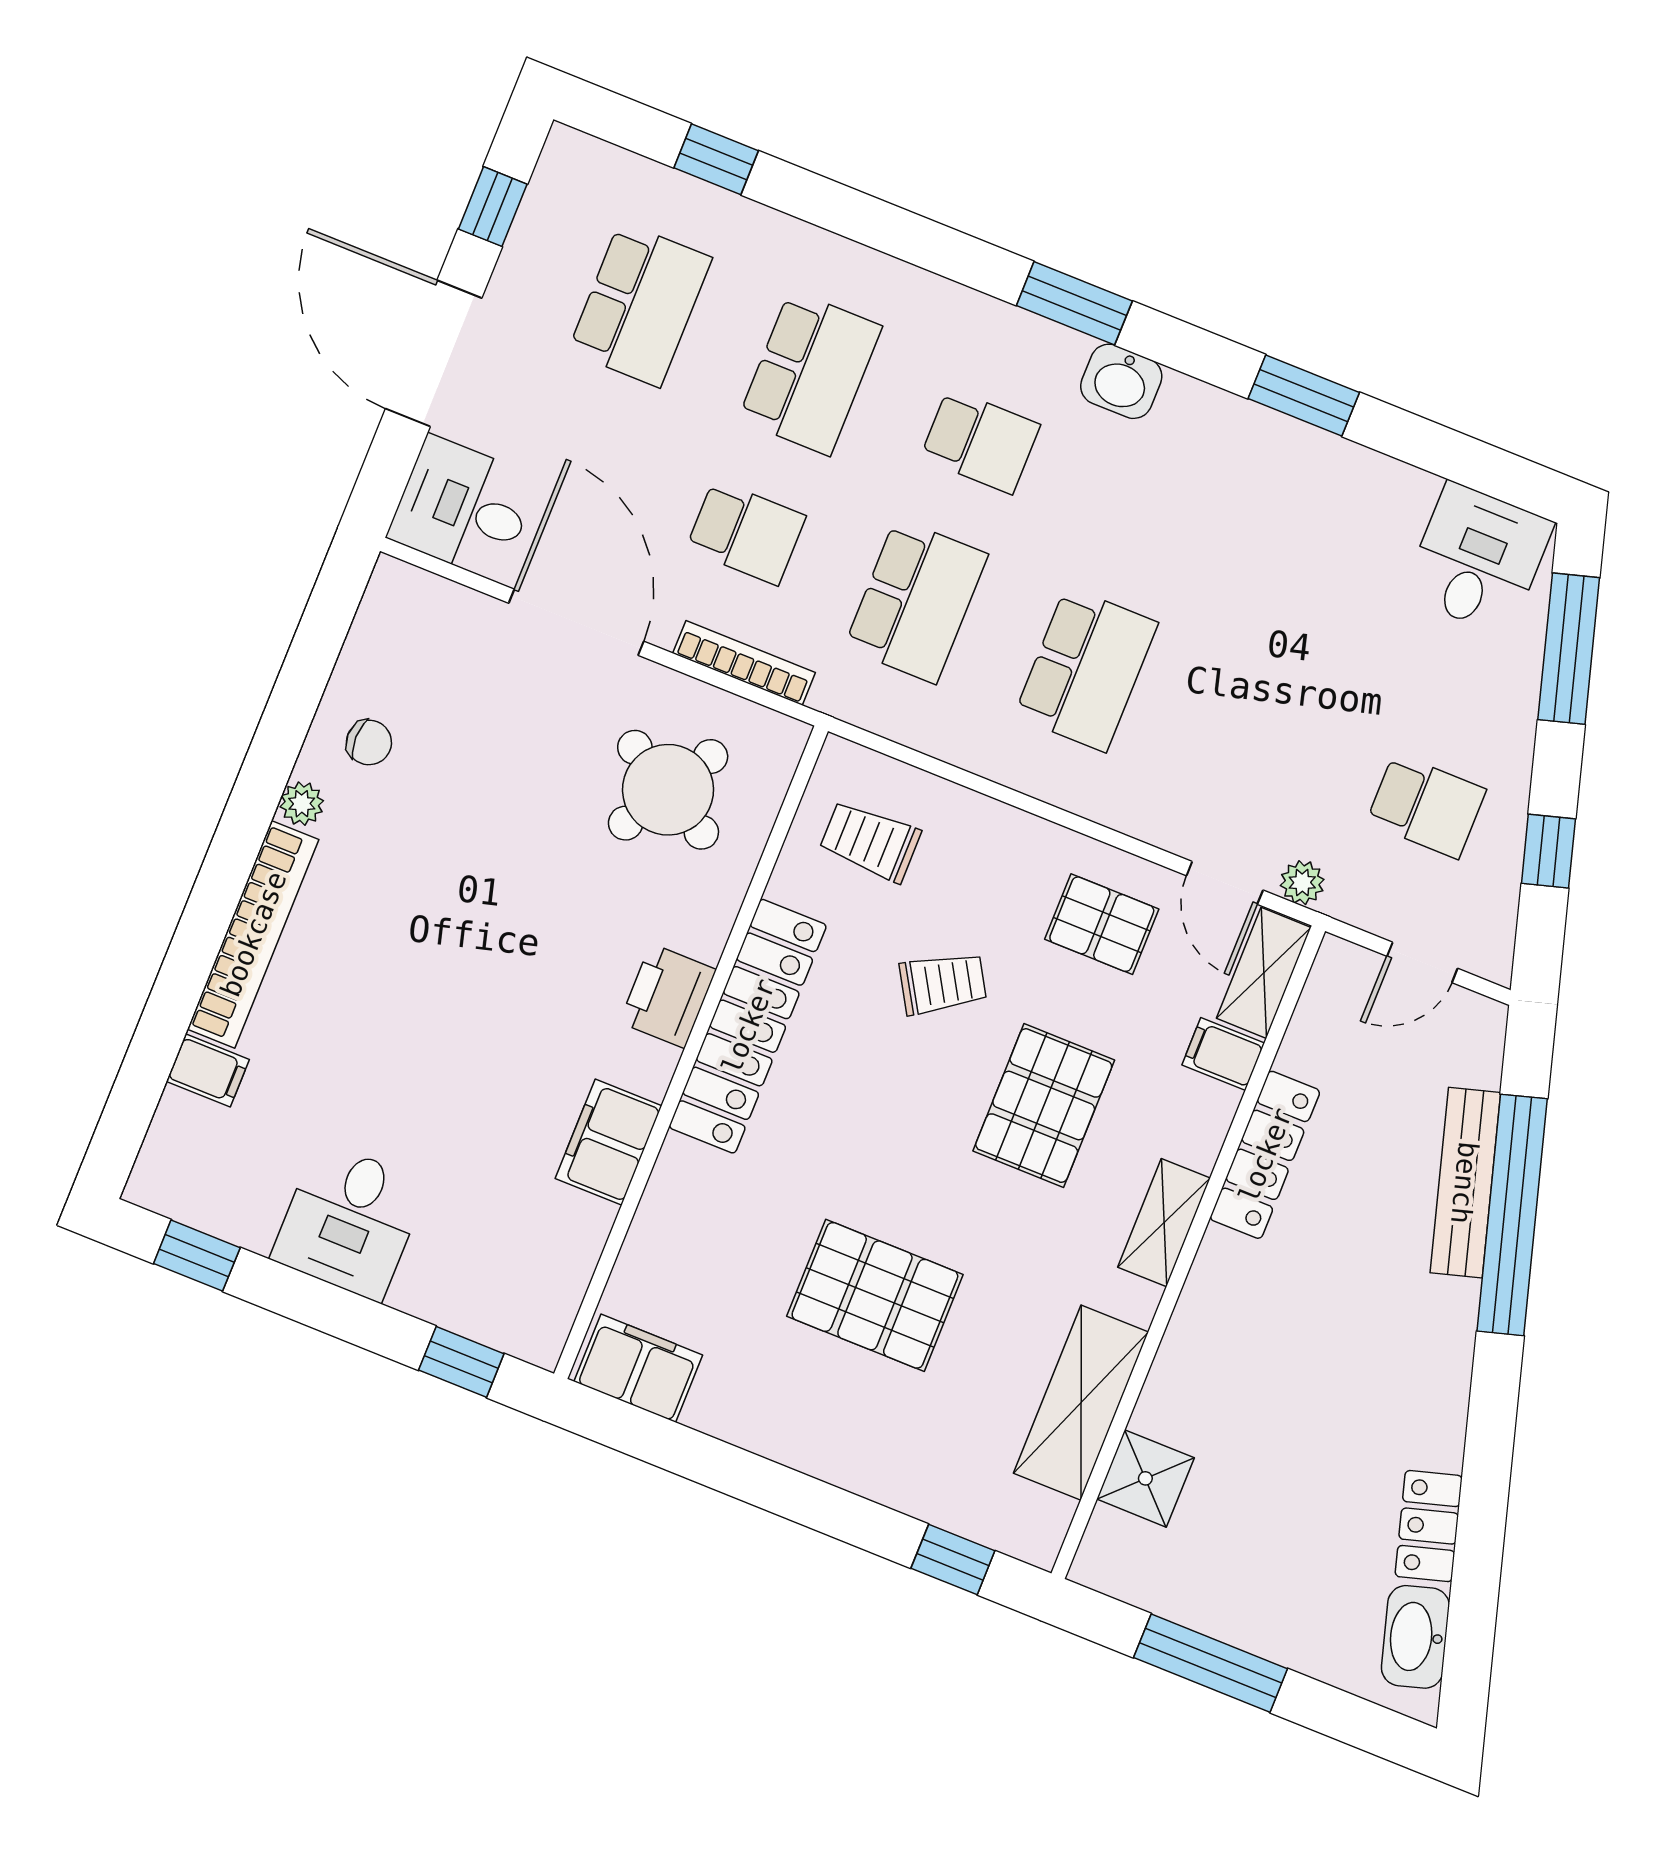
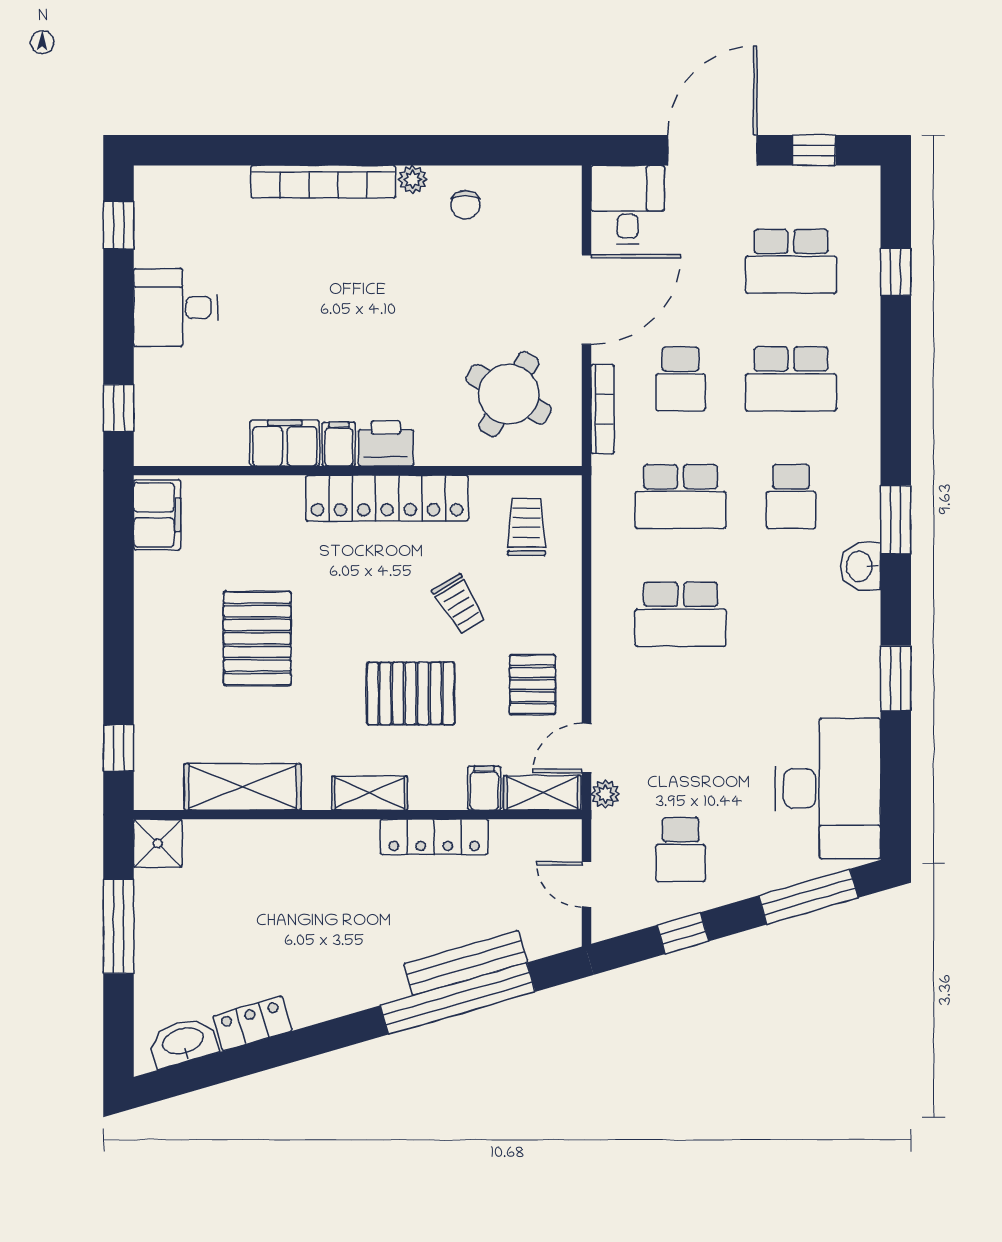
desk: (1478, 559) -> (828, 788), width x1.87, depth x1.30
filing cabinet: (208, 1070) -> (339, 444), moved, turned 180
shower: (1145, 1478) -> (158, 843), moved

